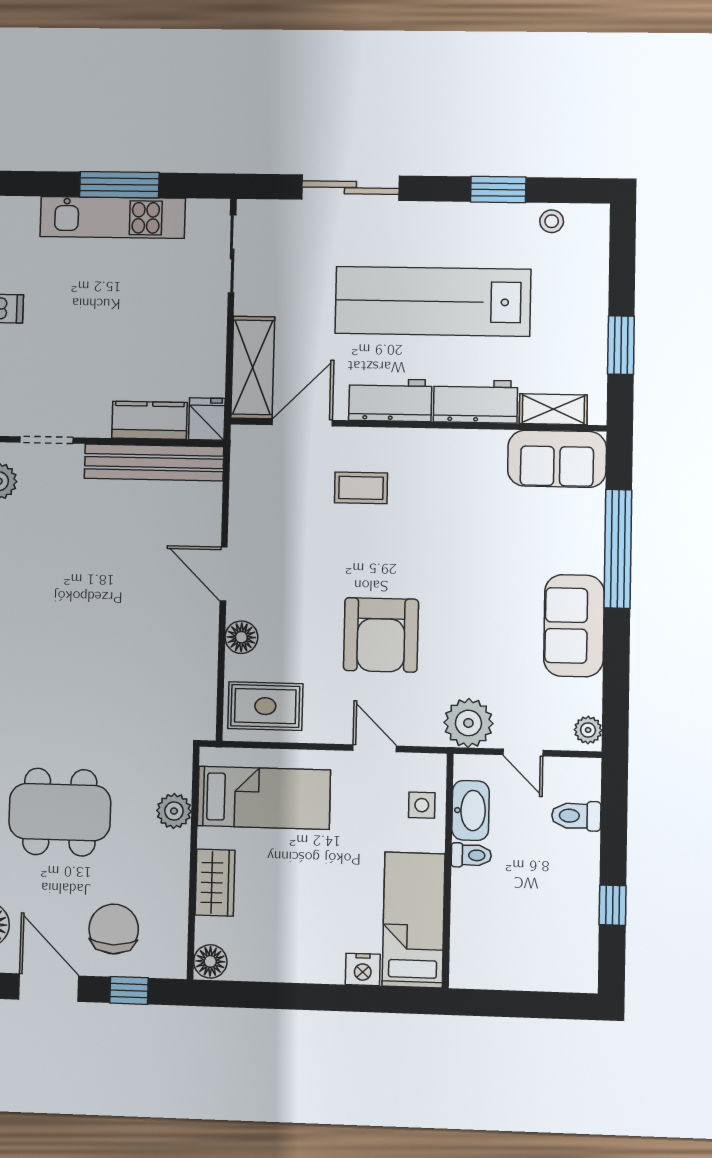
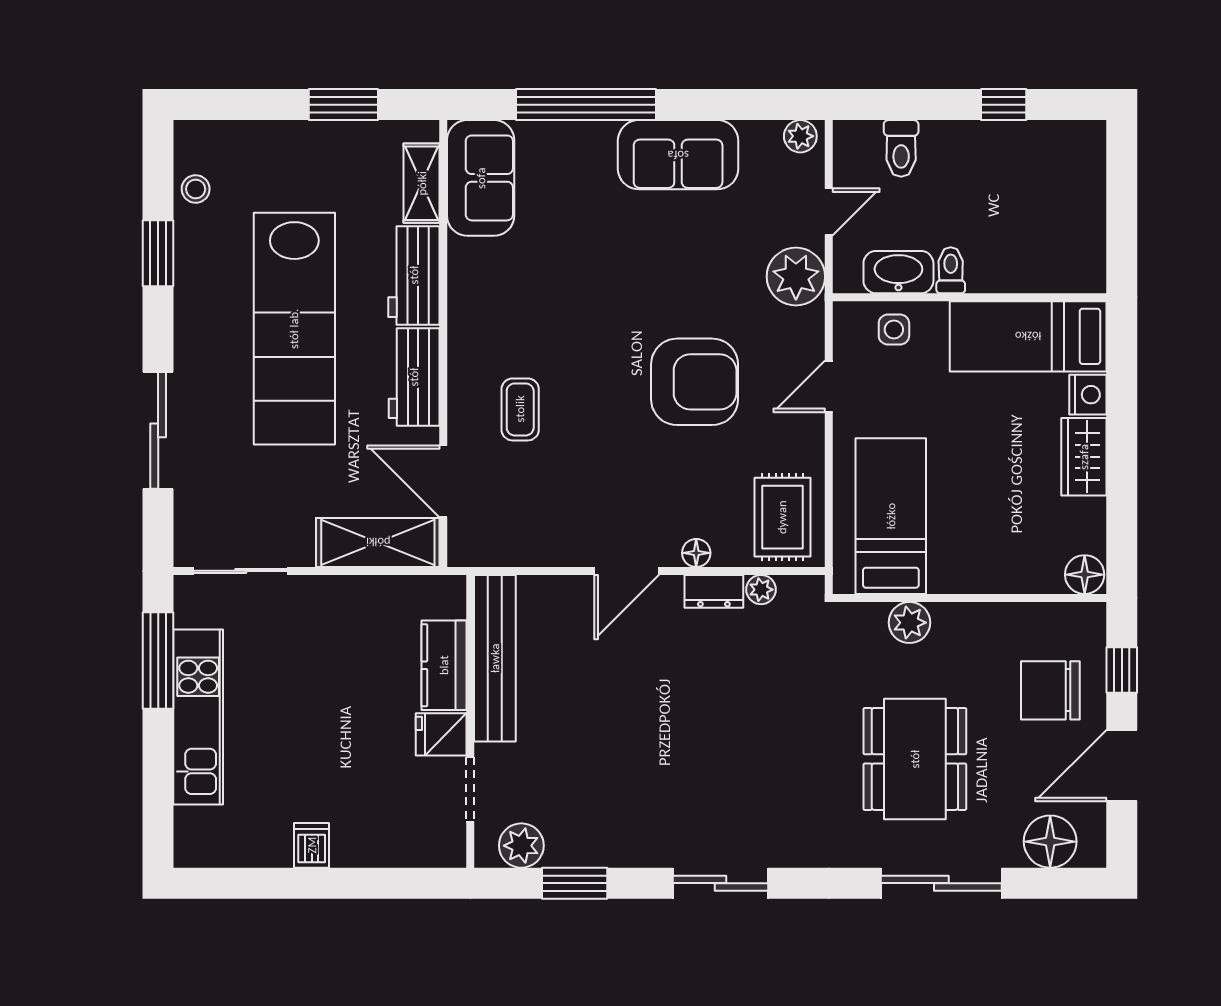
window: (119, 185) -> (158, 661), moved
fridge: (207, 419) -> (441, 734), moved
floor lamp: (241, 637) -> (696, 553), width x0.73, depth x0.73
dresser: (205, 647) -> (714, 591), added
plant: (205, 686) -> (761, 590), added
wardrobe: (215, 883) -> (1084, 457), moved, turned -90

